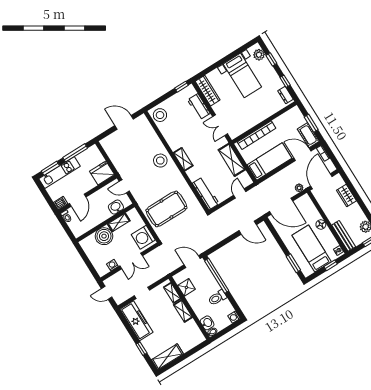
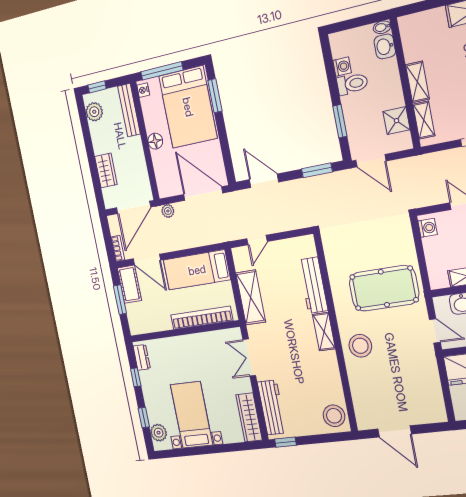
workbench: (199, 107) -> (272, 407), width x1.38
double door: (220, 125) -> (249, 358), swing flipped
workbench: (206, 193) -> (313, 285), moved
pool table: (166, 209) -> (384, 288), moved
washing machine: (143, 237) -> (428, 228), width x0.53, depth x0.53
window: (220, 245) -> (317, 170), added
bed: (312, 248) -> (188, 107), width x1.50
window: (331, 265) -> (162, 71), width x2.17
window: (217, 276) -> (340, 121), width x0.47
washing machine: (234, 317) -> (342, 67), moved

